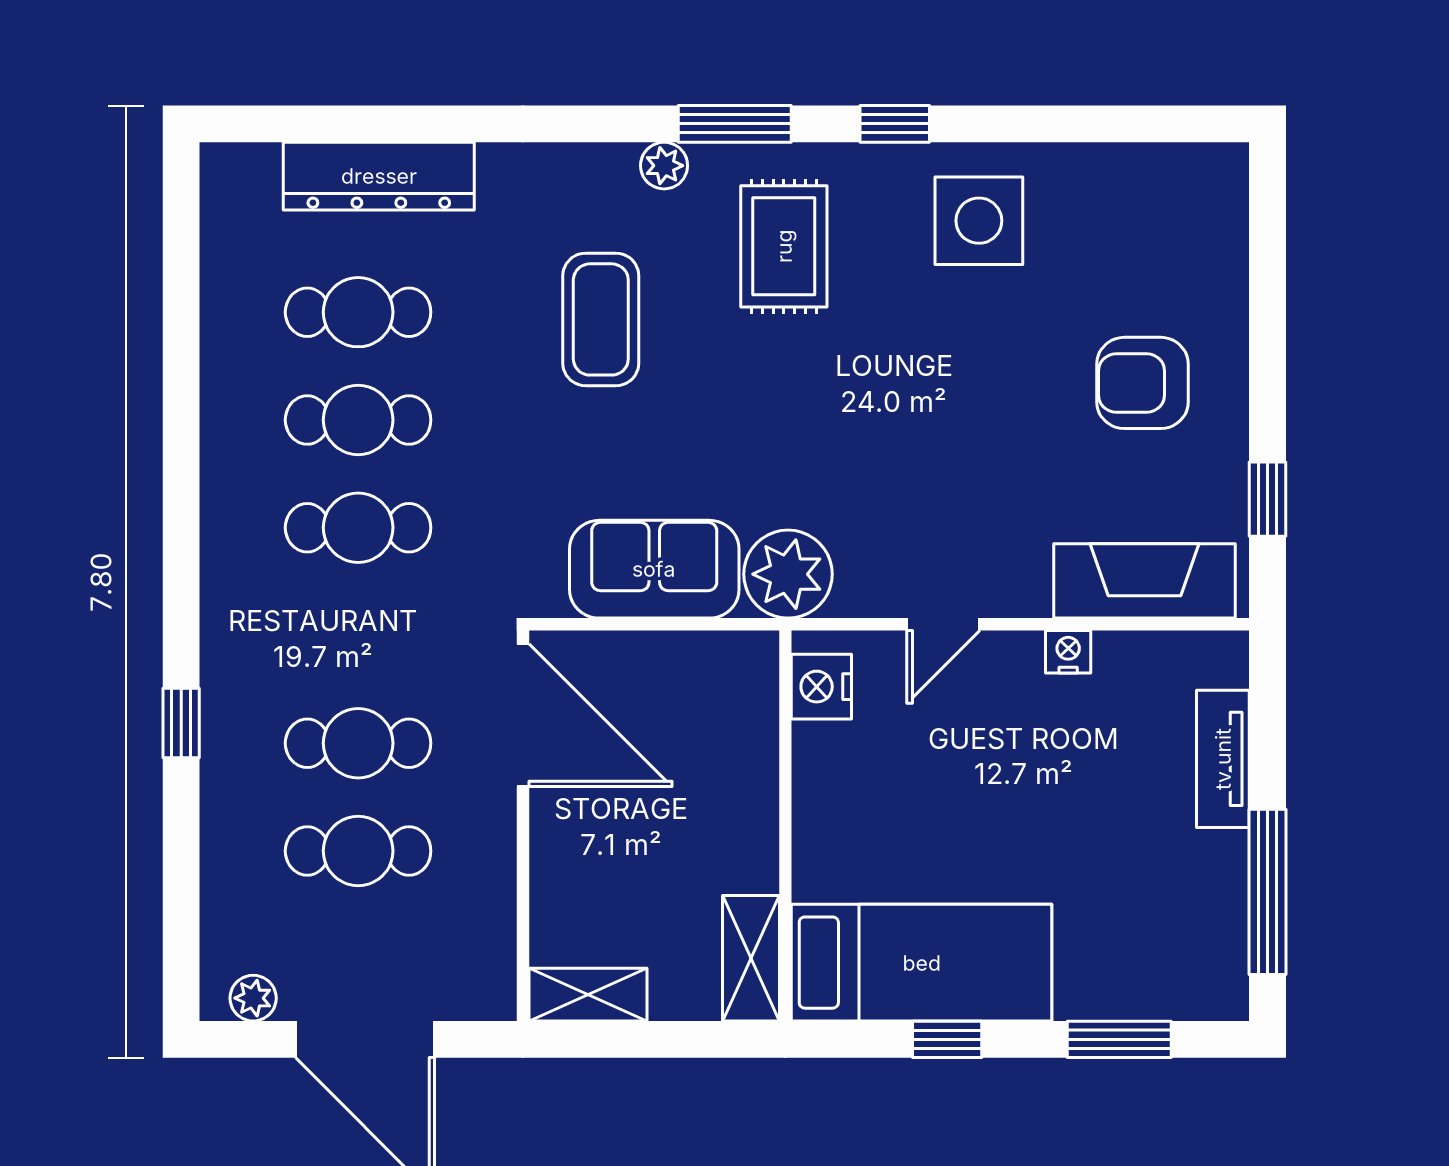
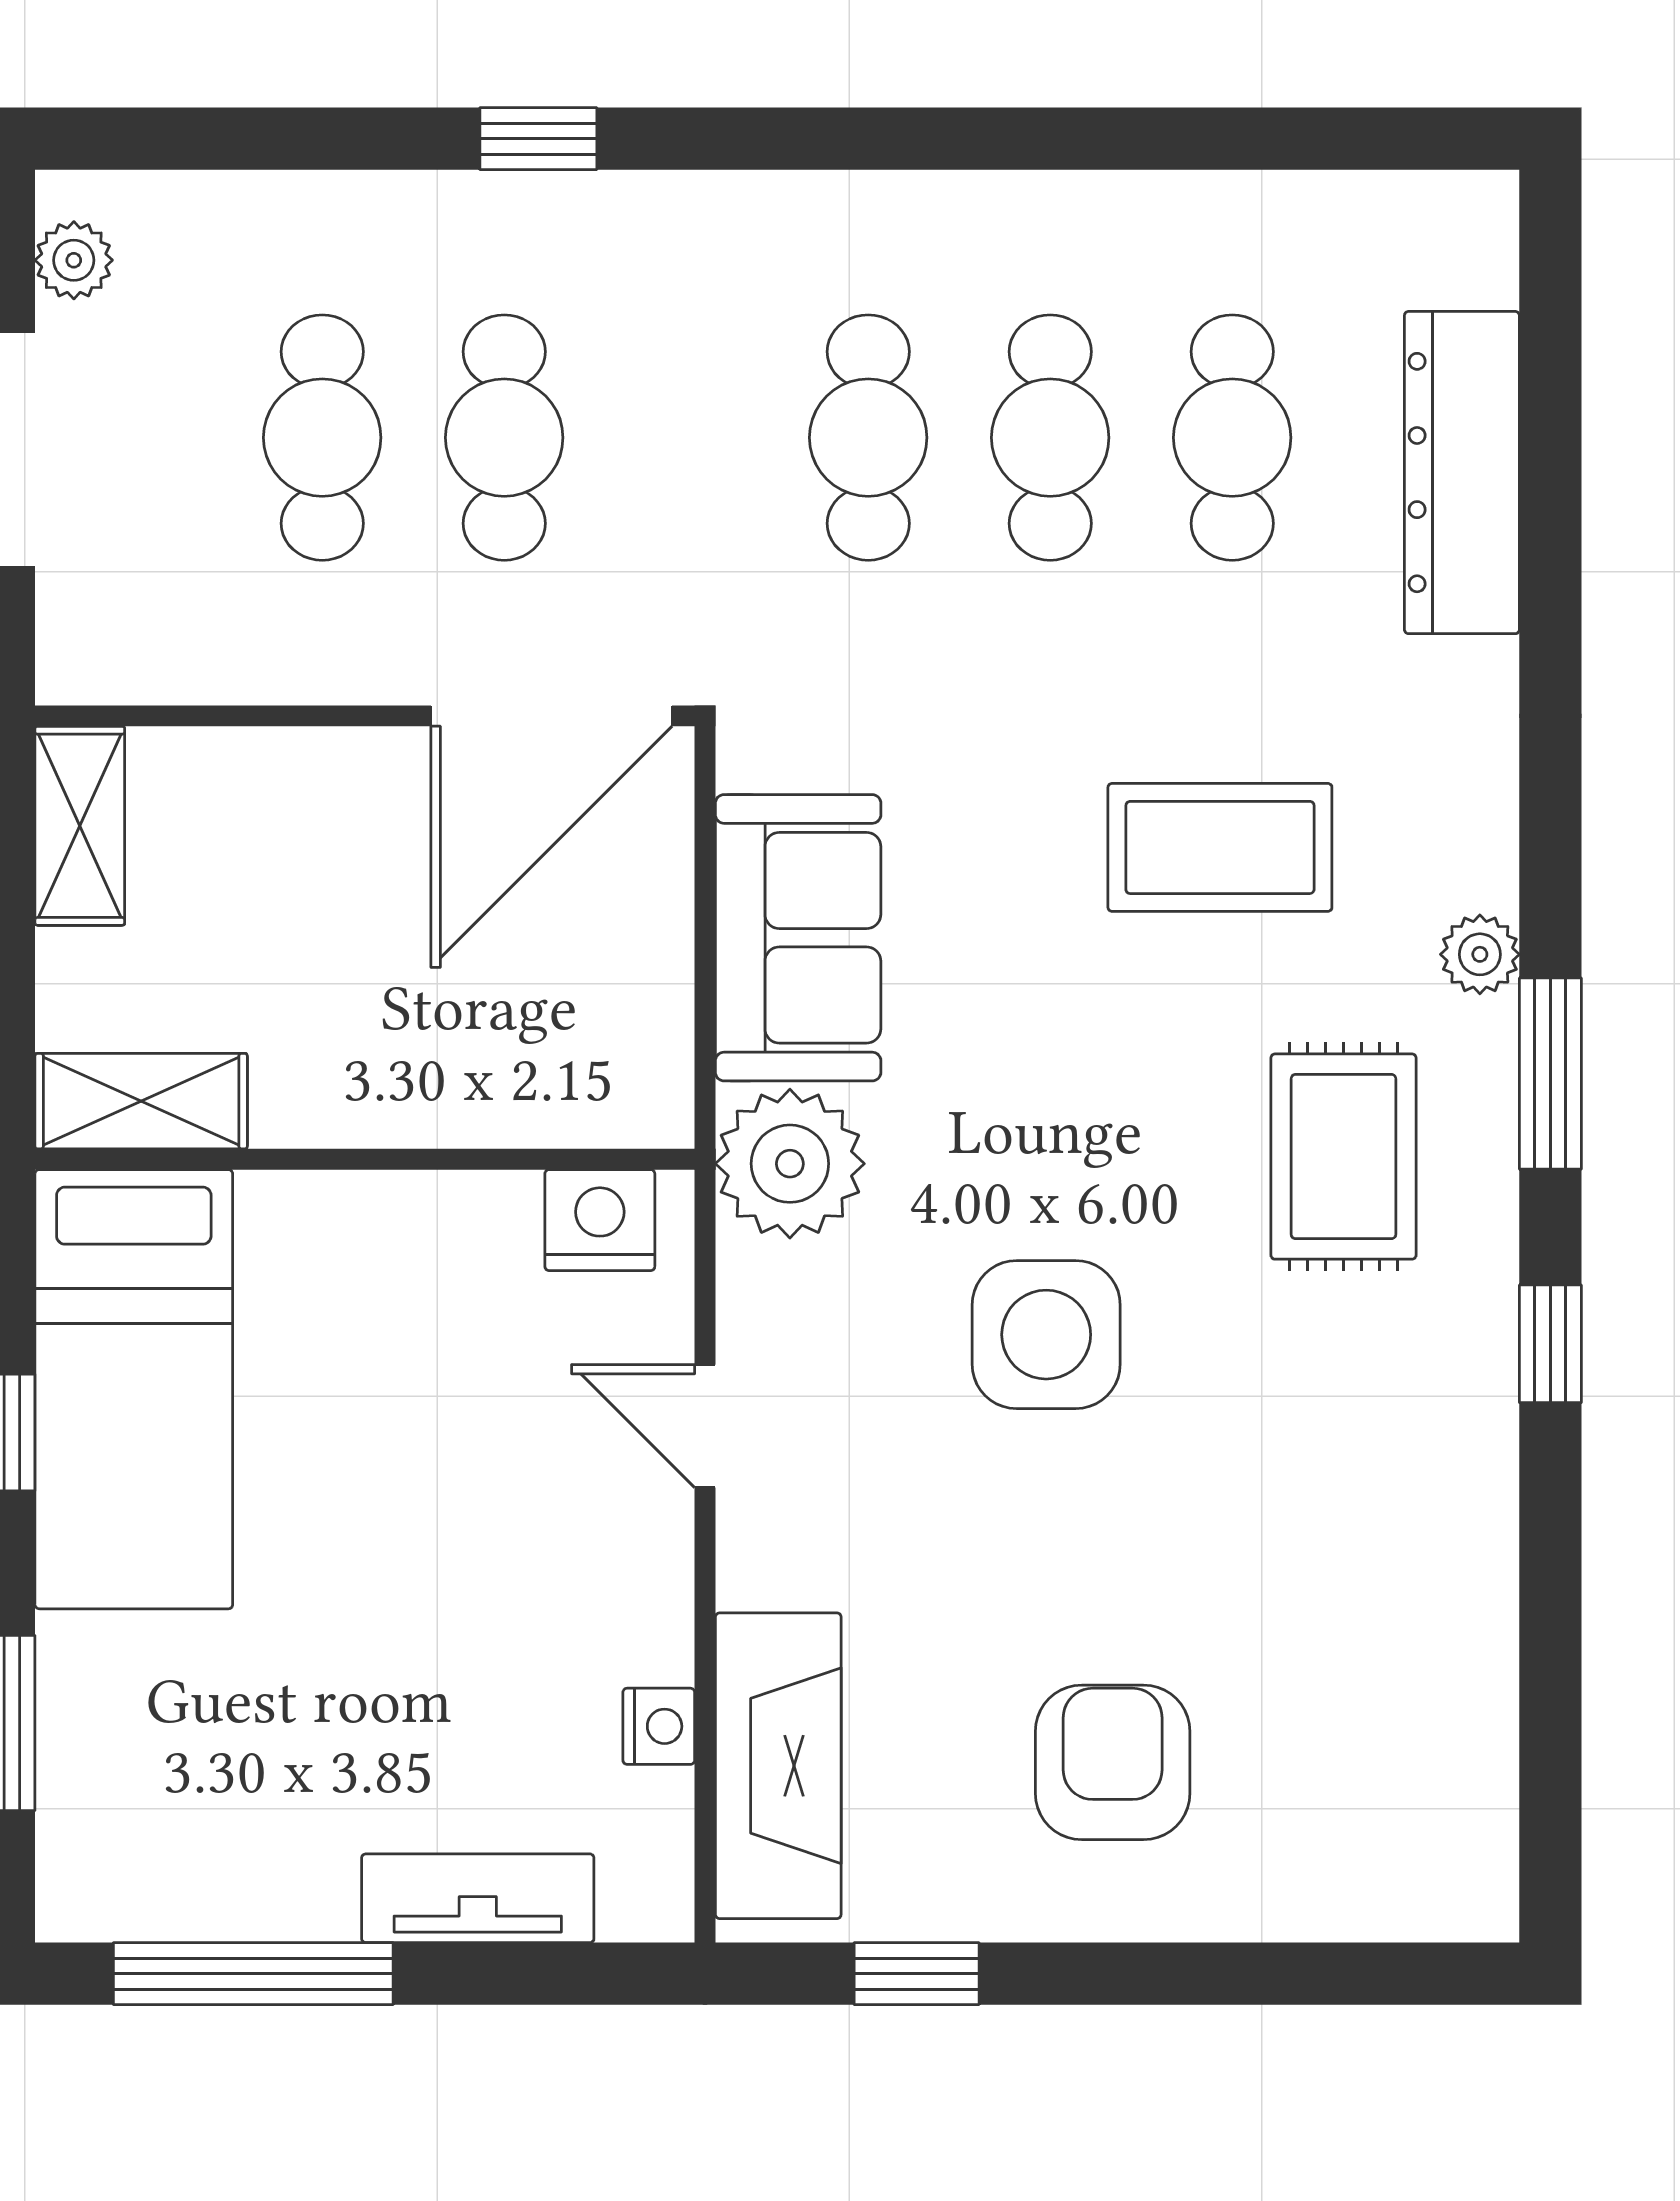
side table: (979, 221) -> (1046, 1335), moved
rug: (784, 246) -> (1343, 1157), turned 90
nightstand: (1068, 652) -> (659, 1726), moved

